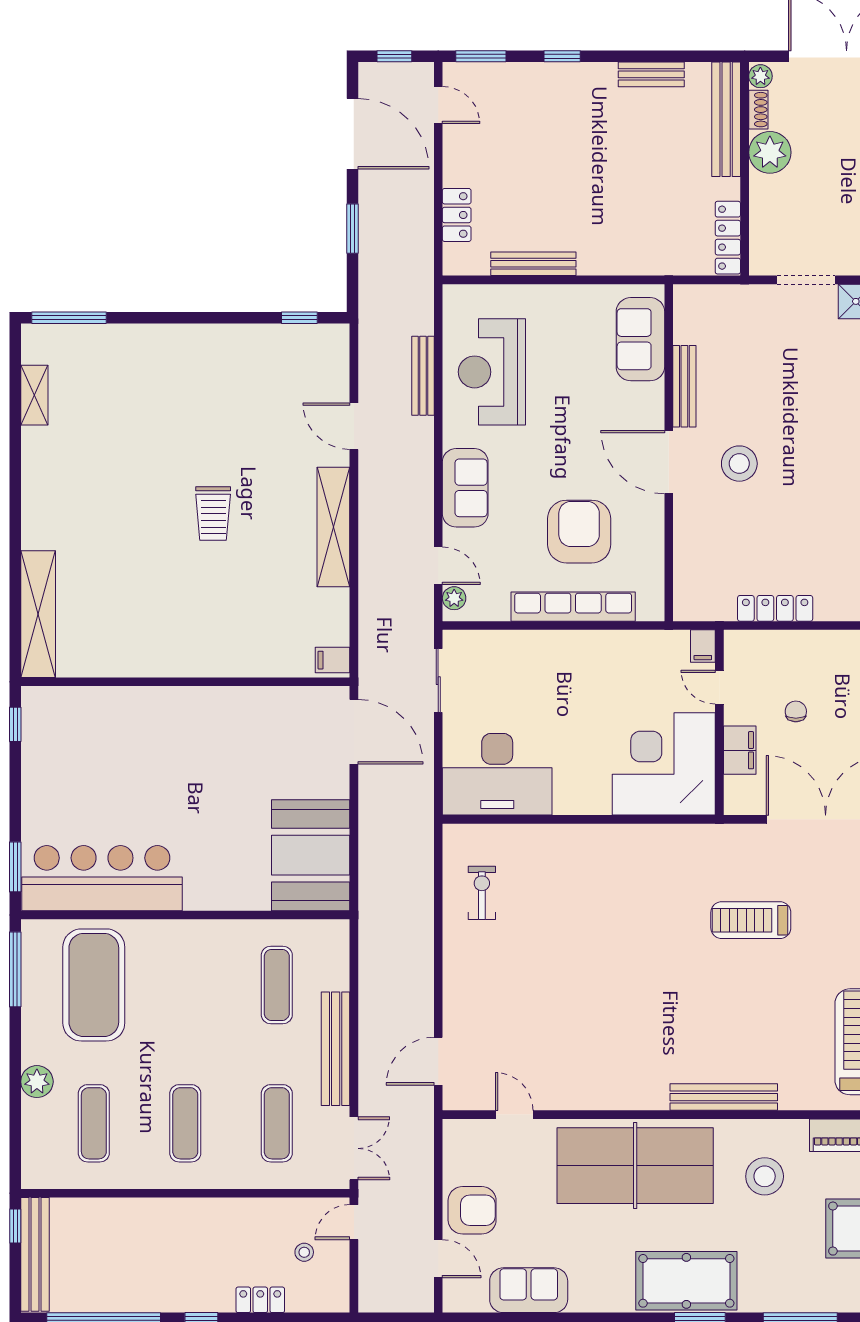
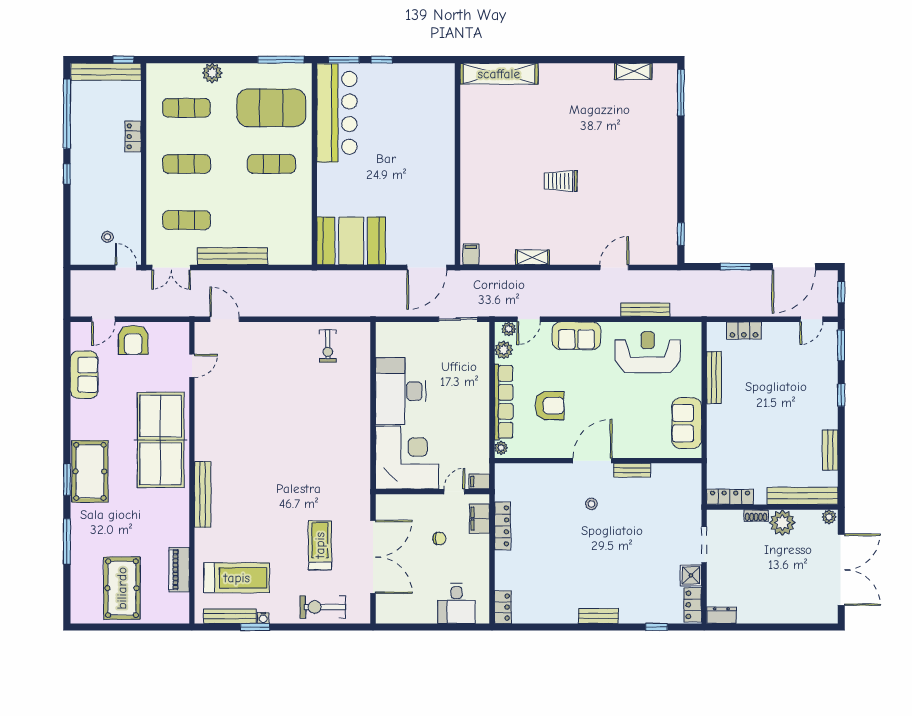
shoe rack: (758, 110) -> (756, 516), moved
sofa: (640, 339) -> (687, 423), moved, turned -90
bench: (684, 386) -> (632, 470), width x0.73
stool: (739, 464) -> (591, 504), width x0.53, depth x0.53
shelving: (333, 527) -> (532, 257), width x0.45, depth x0.75
armchair: (579, 532) -> (550, 406), width x0.73, depth x0.73
plant: (488, 606) -> (504, 350), added
plant: (648, 611) -> (501, 448), added
window: (15, 724) -> (382, 60), moved
filing cabinet: (740, 750) -> (479, 519), moved, turned 90
desk: (497, 774) -> (401, 391), moved
exercise bike: (482, 893) -> (328, 346), turned 90
treadmill: (751, 920) -> (320, 545), moved
exercise mat: (277, 985) -> (271, 164), moved
stool: (765, 1176) -> (154, 519), removed
locker: (260, 1300) -> (133, 136), moved, turned 180

